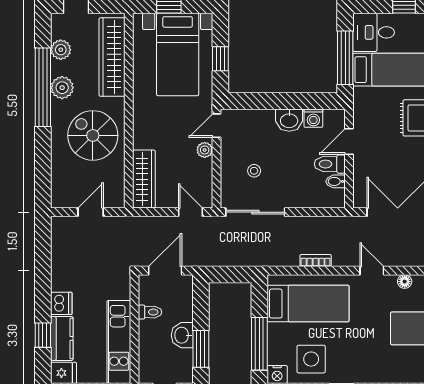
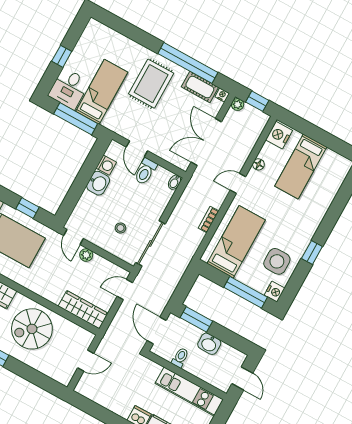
bidet: (336, 181) -> (174, 182), moved
door: (91, 212) -> (86, 361), swing flipped
window: (201, 349) -> (196, 319), moved

